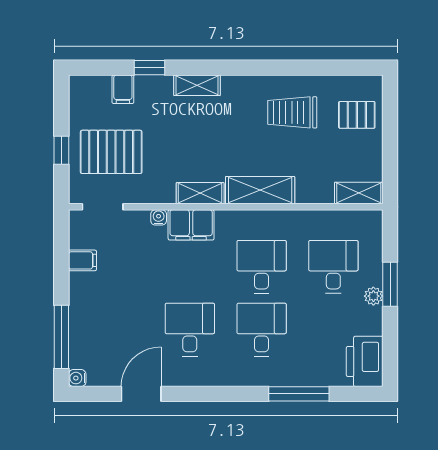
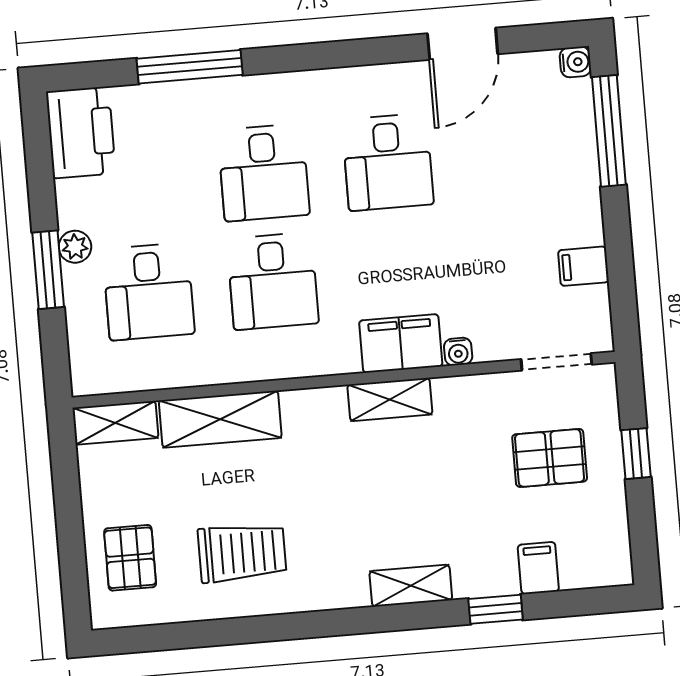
pallet: (357, 115) -> (130, 558), turned 90
pallet: (111, 152) -> (550, 458), width x0.67, depth x0.71
shelving: (260, 190) -> (220, 419), moved

